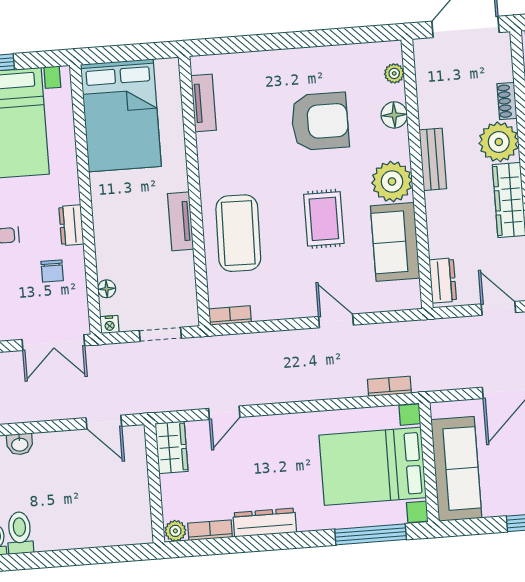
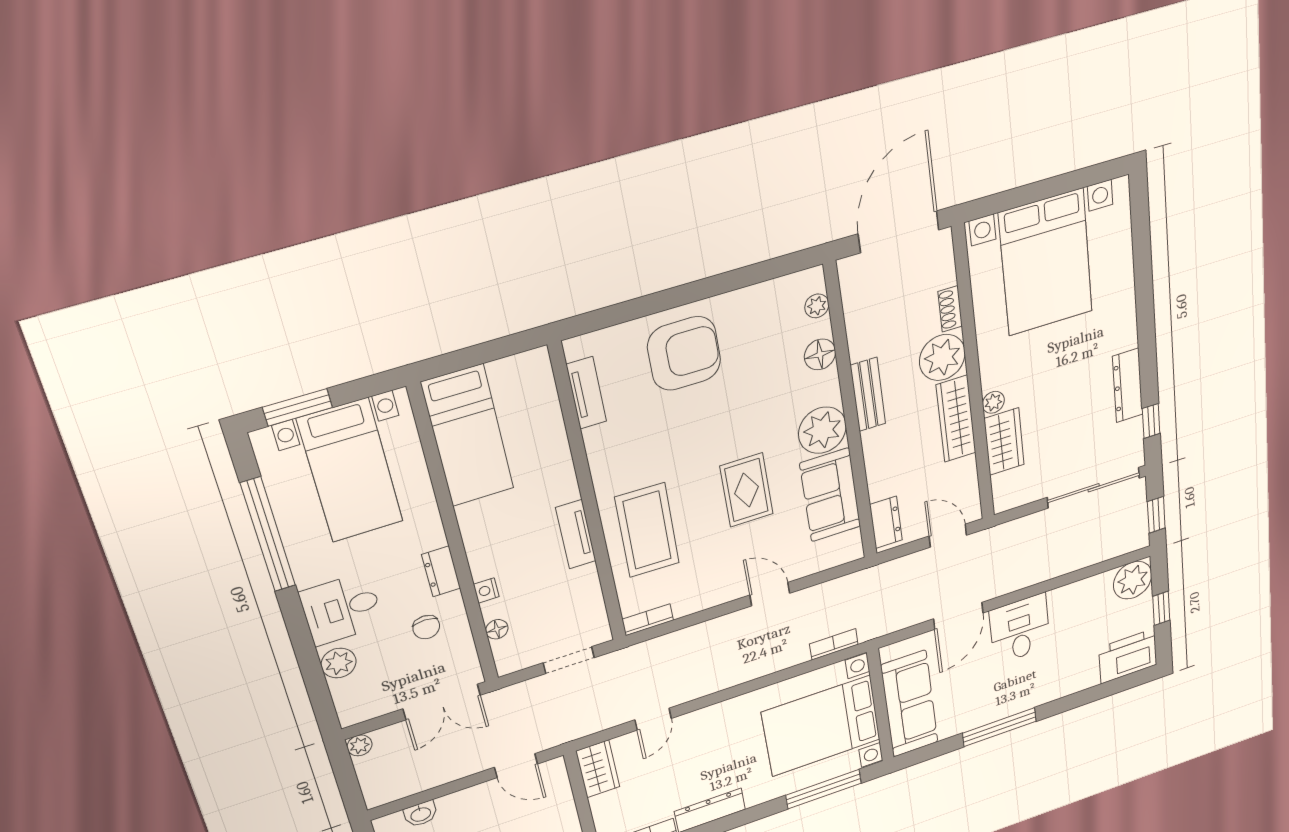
bed: (121, 115) -> (468, 436), width x0.67
armchair: (320, 121) -> (684, 354), moved
nightstand: (110, 324) -> (486, 590), moved, turned 90

